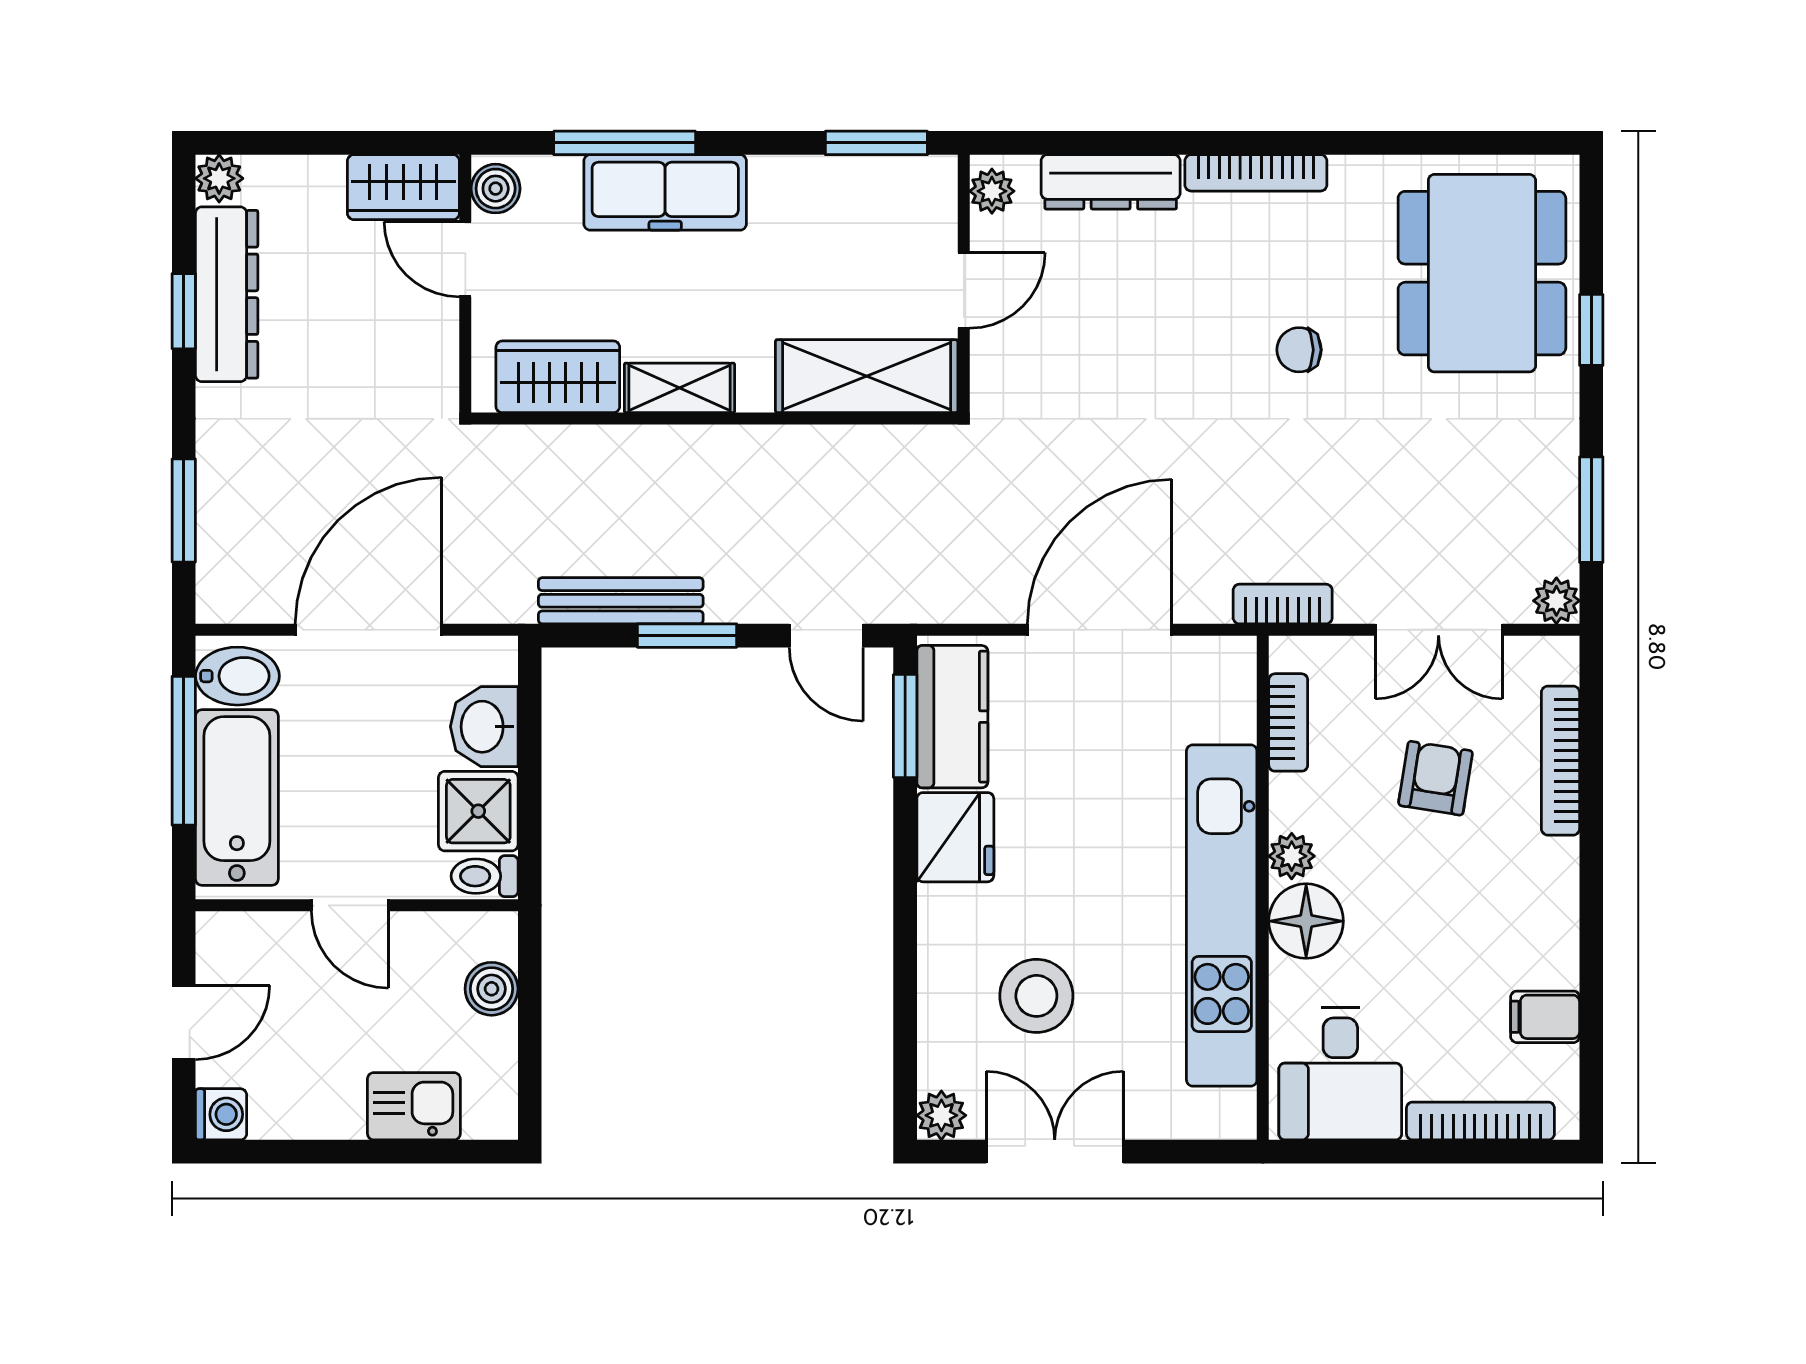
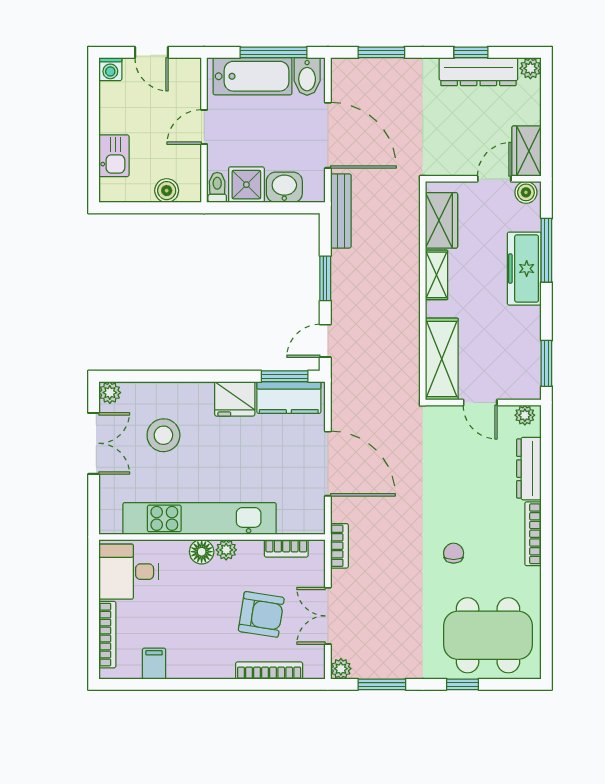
bench: (621, 601) -> (341, 211), moved
armchair: (1436, 778) -> (261, 614), width x1.38, depth x1.38
floor lamp: (1306, 921) -> (202, 552), width x0.73, depth x0.73

